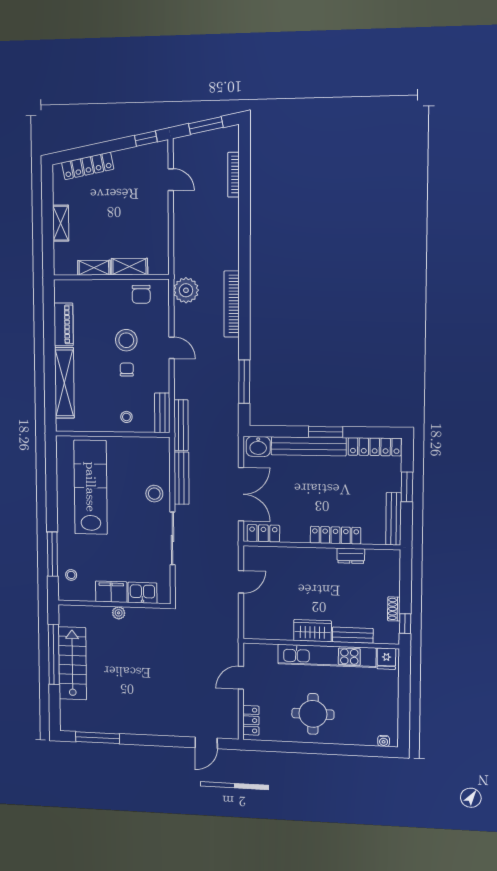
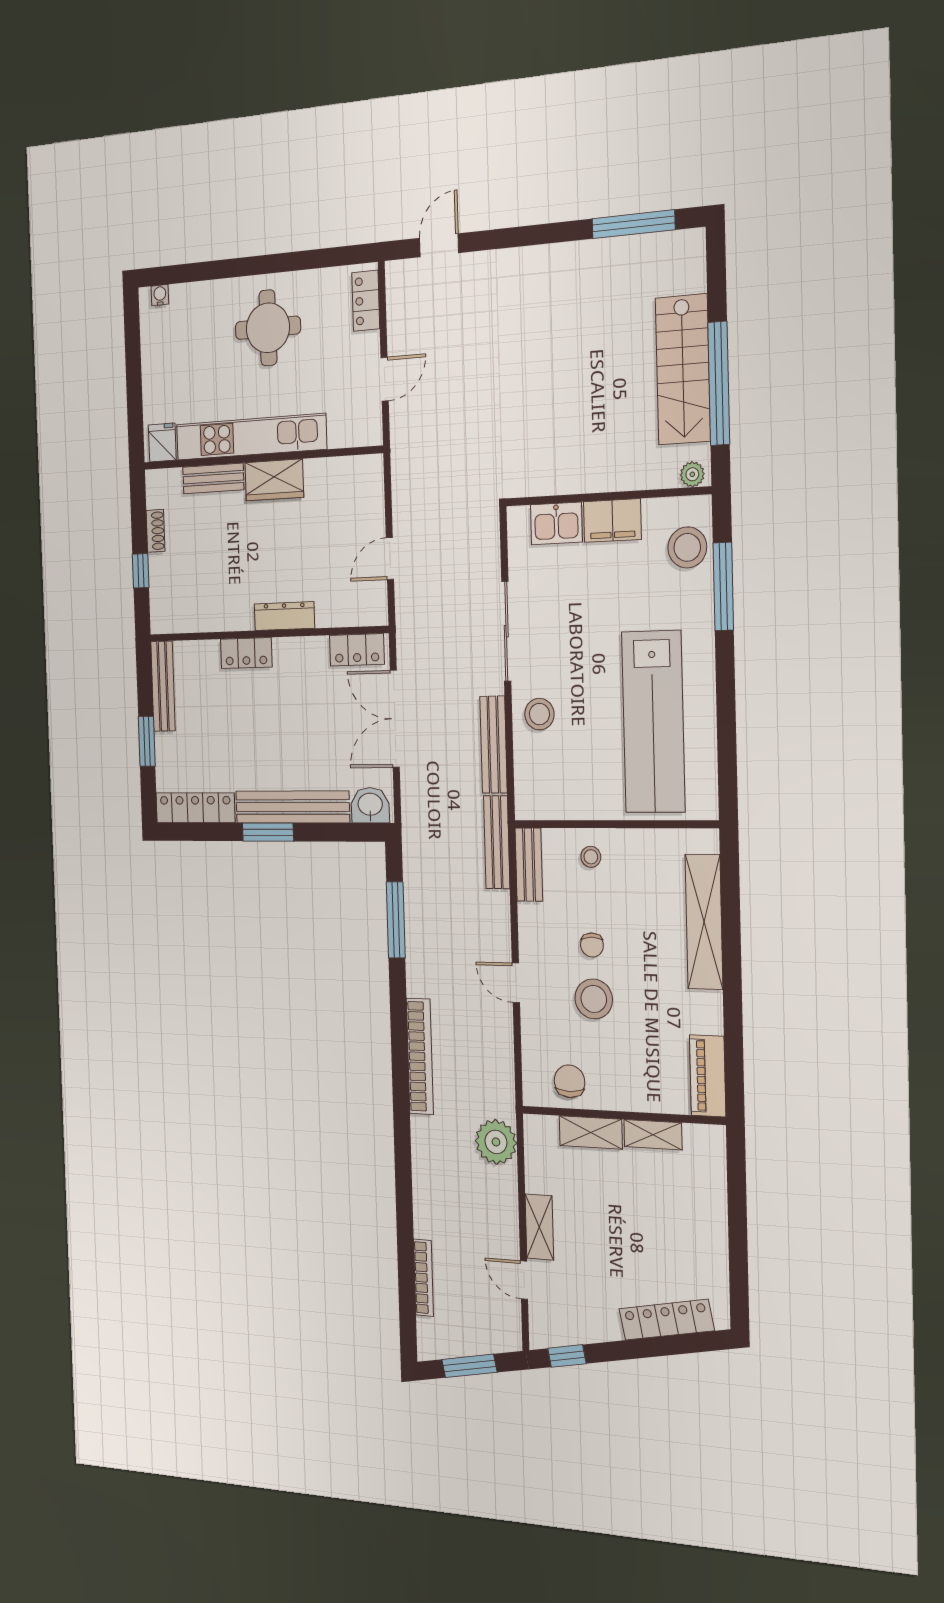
shelving: (61, 223) -> (539, 1227), moved
plant: (186, 290) -> (496, 1142), moved
piano: (64, 324) -> (708, 1076), moved
locker: (335, 535) -> (246, 653), width x0.66
dresser: (351, 556) -> (284, 616), moved, width x1.44
stool: (71, 575) -> (687, 547), width x1.89, depth x1.89
plant: (119, 613) -> (692, 474), moved
window: (405, 624) -> (141, 571), moved

